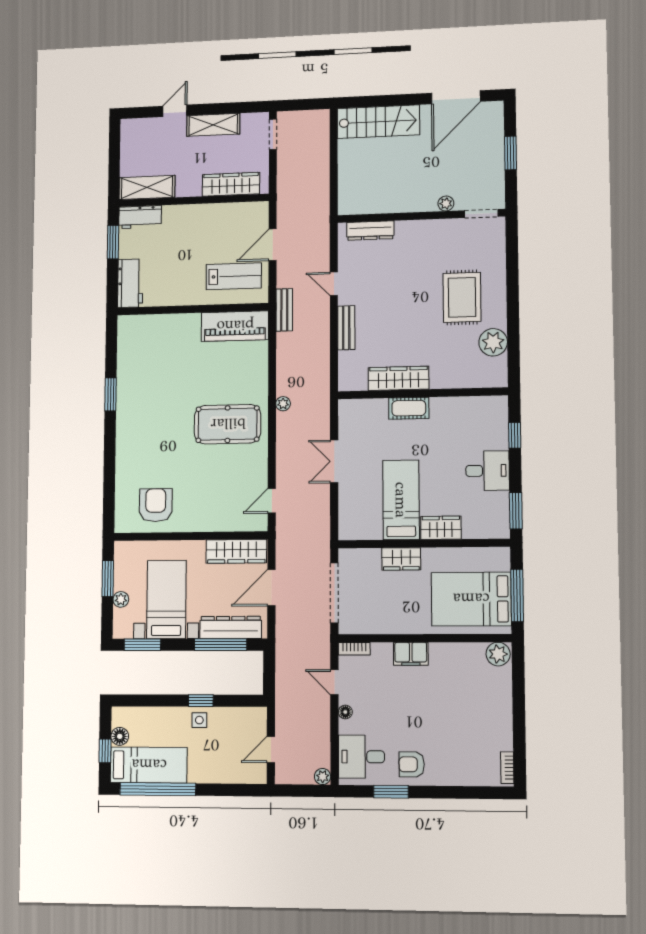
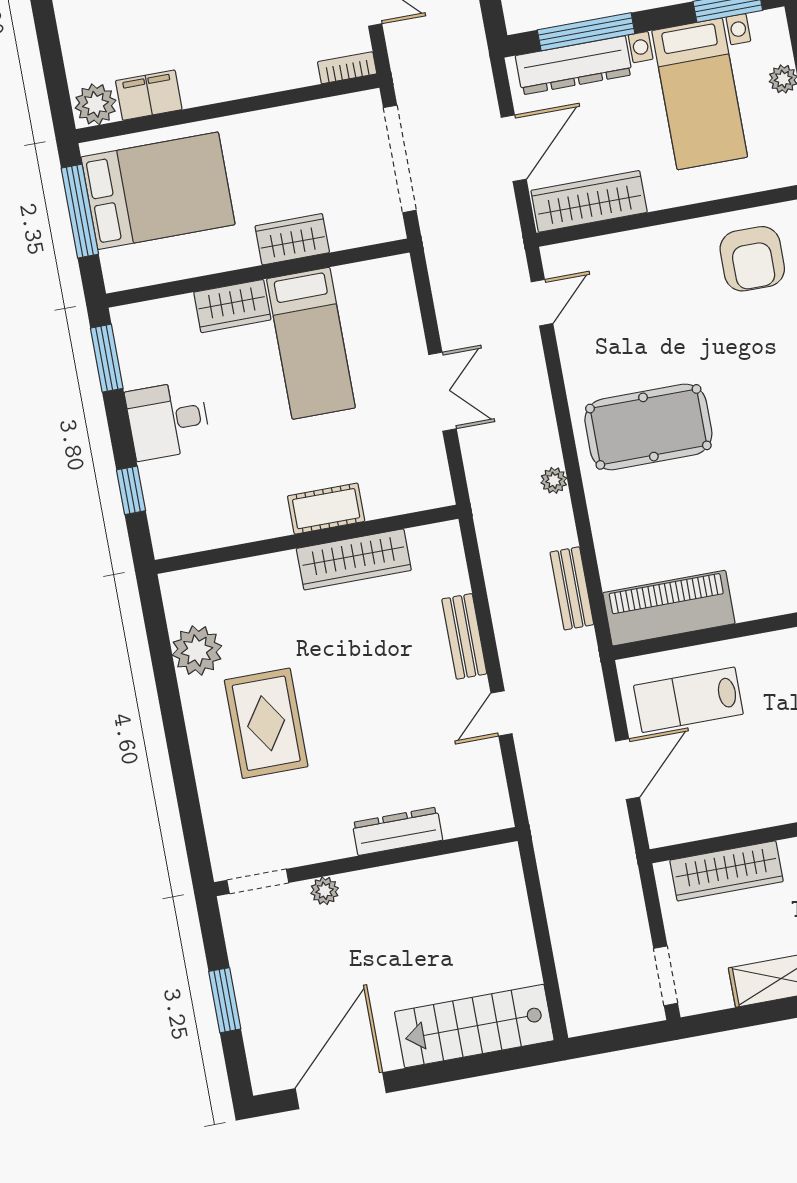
dresser: (370, 231) -> (397, 831), moved
door: (334, 284) -> (502, 713), swing flipped
bench: (284, 310) -> (572, 588), moved
filing cabinet: (411, 654) -> (149, 95), moved

